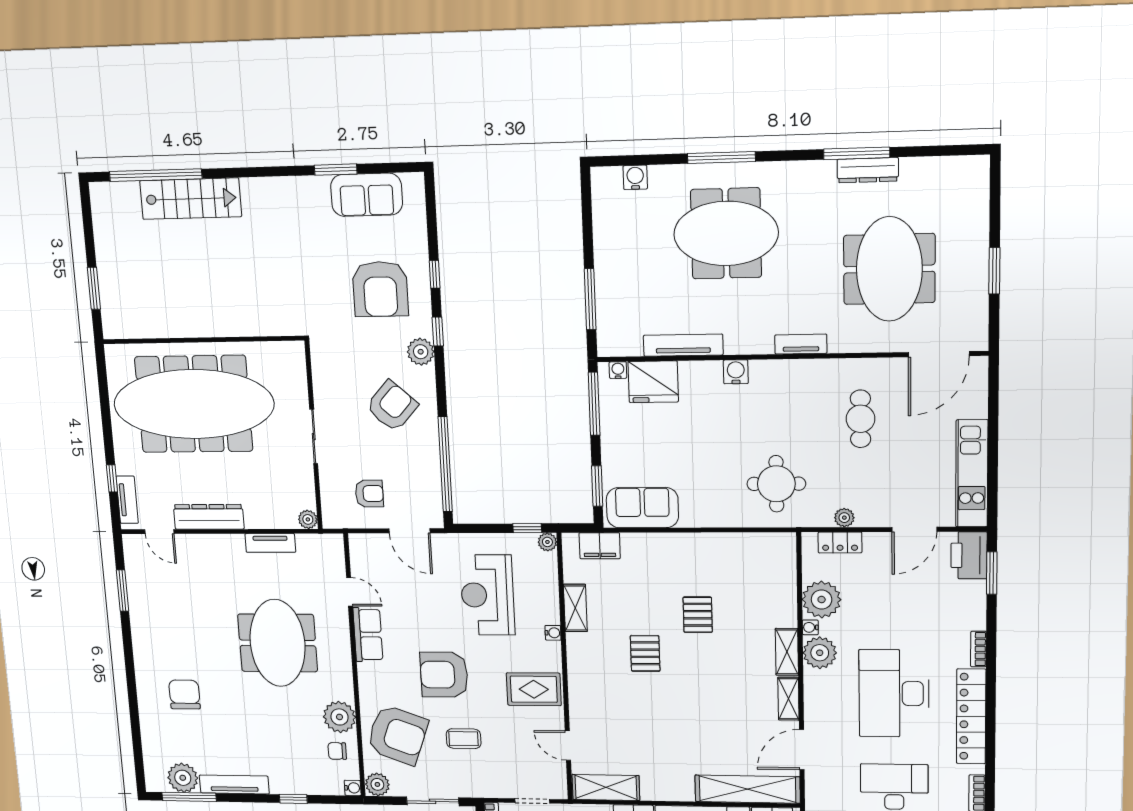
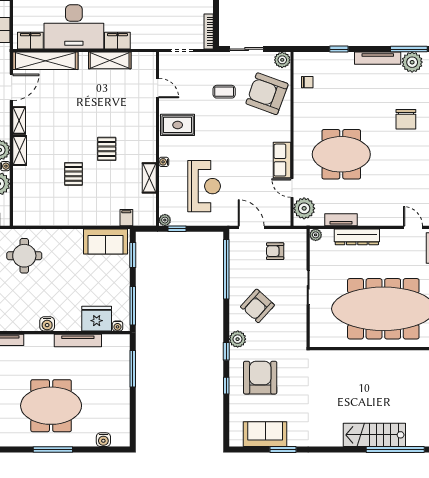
dresser: (209, 517) -> (357, 237), moved
filing cabinet: (600, 546) -> (126, 218), width x0.50
meeting table: (278, 643) -> (341, 154), turned 90
armchair: (444, 675) -> (234, 134), removed
plant: (339, 717) -> (304, 208), moved
shelving: (606, 787) -> (110, 60), moved
water cooler: (353, 788) -> (299, 57), removed

